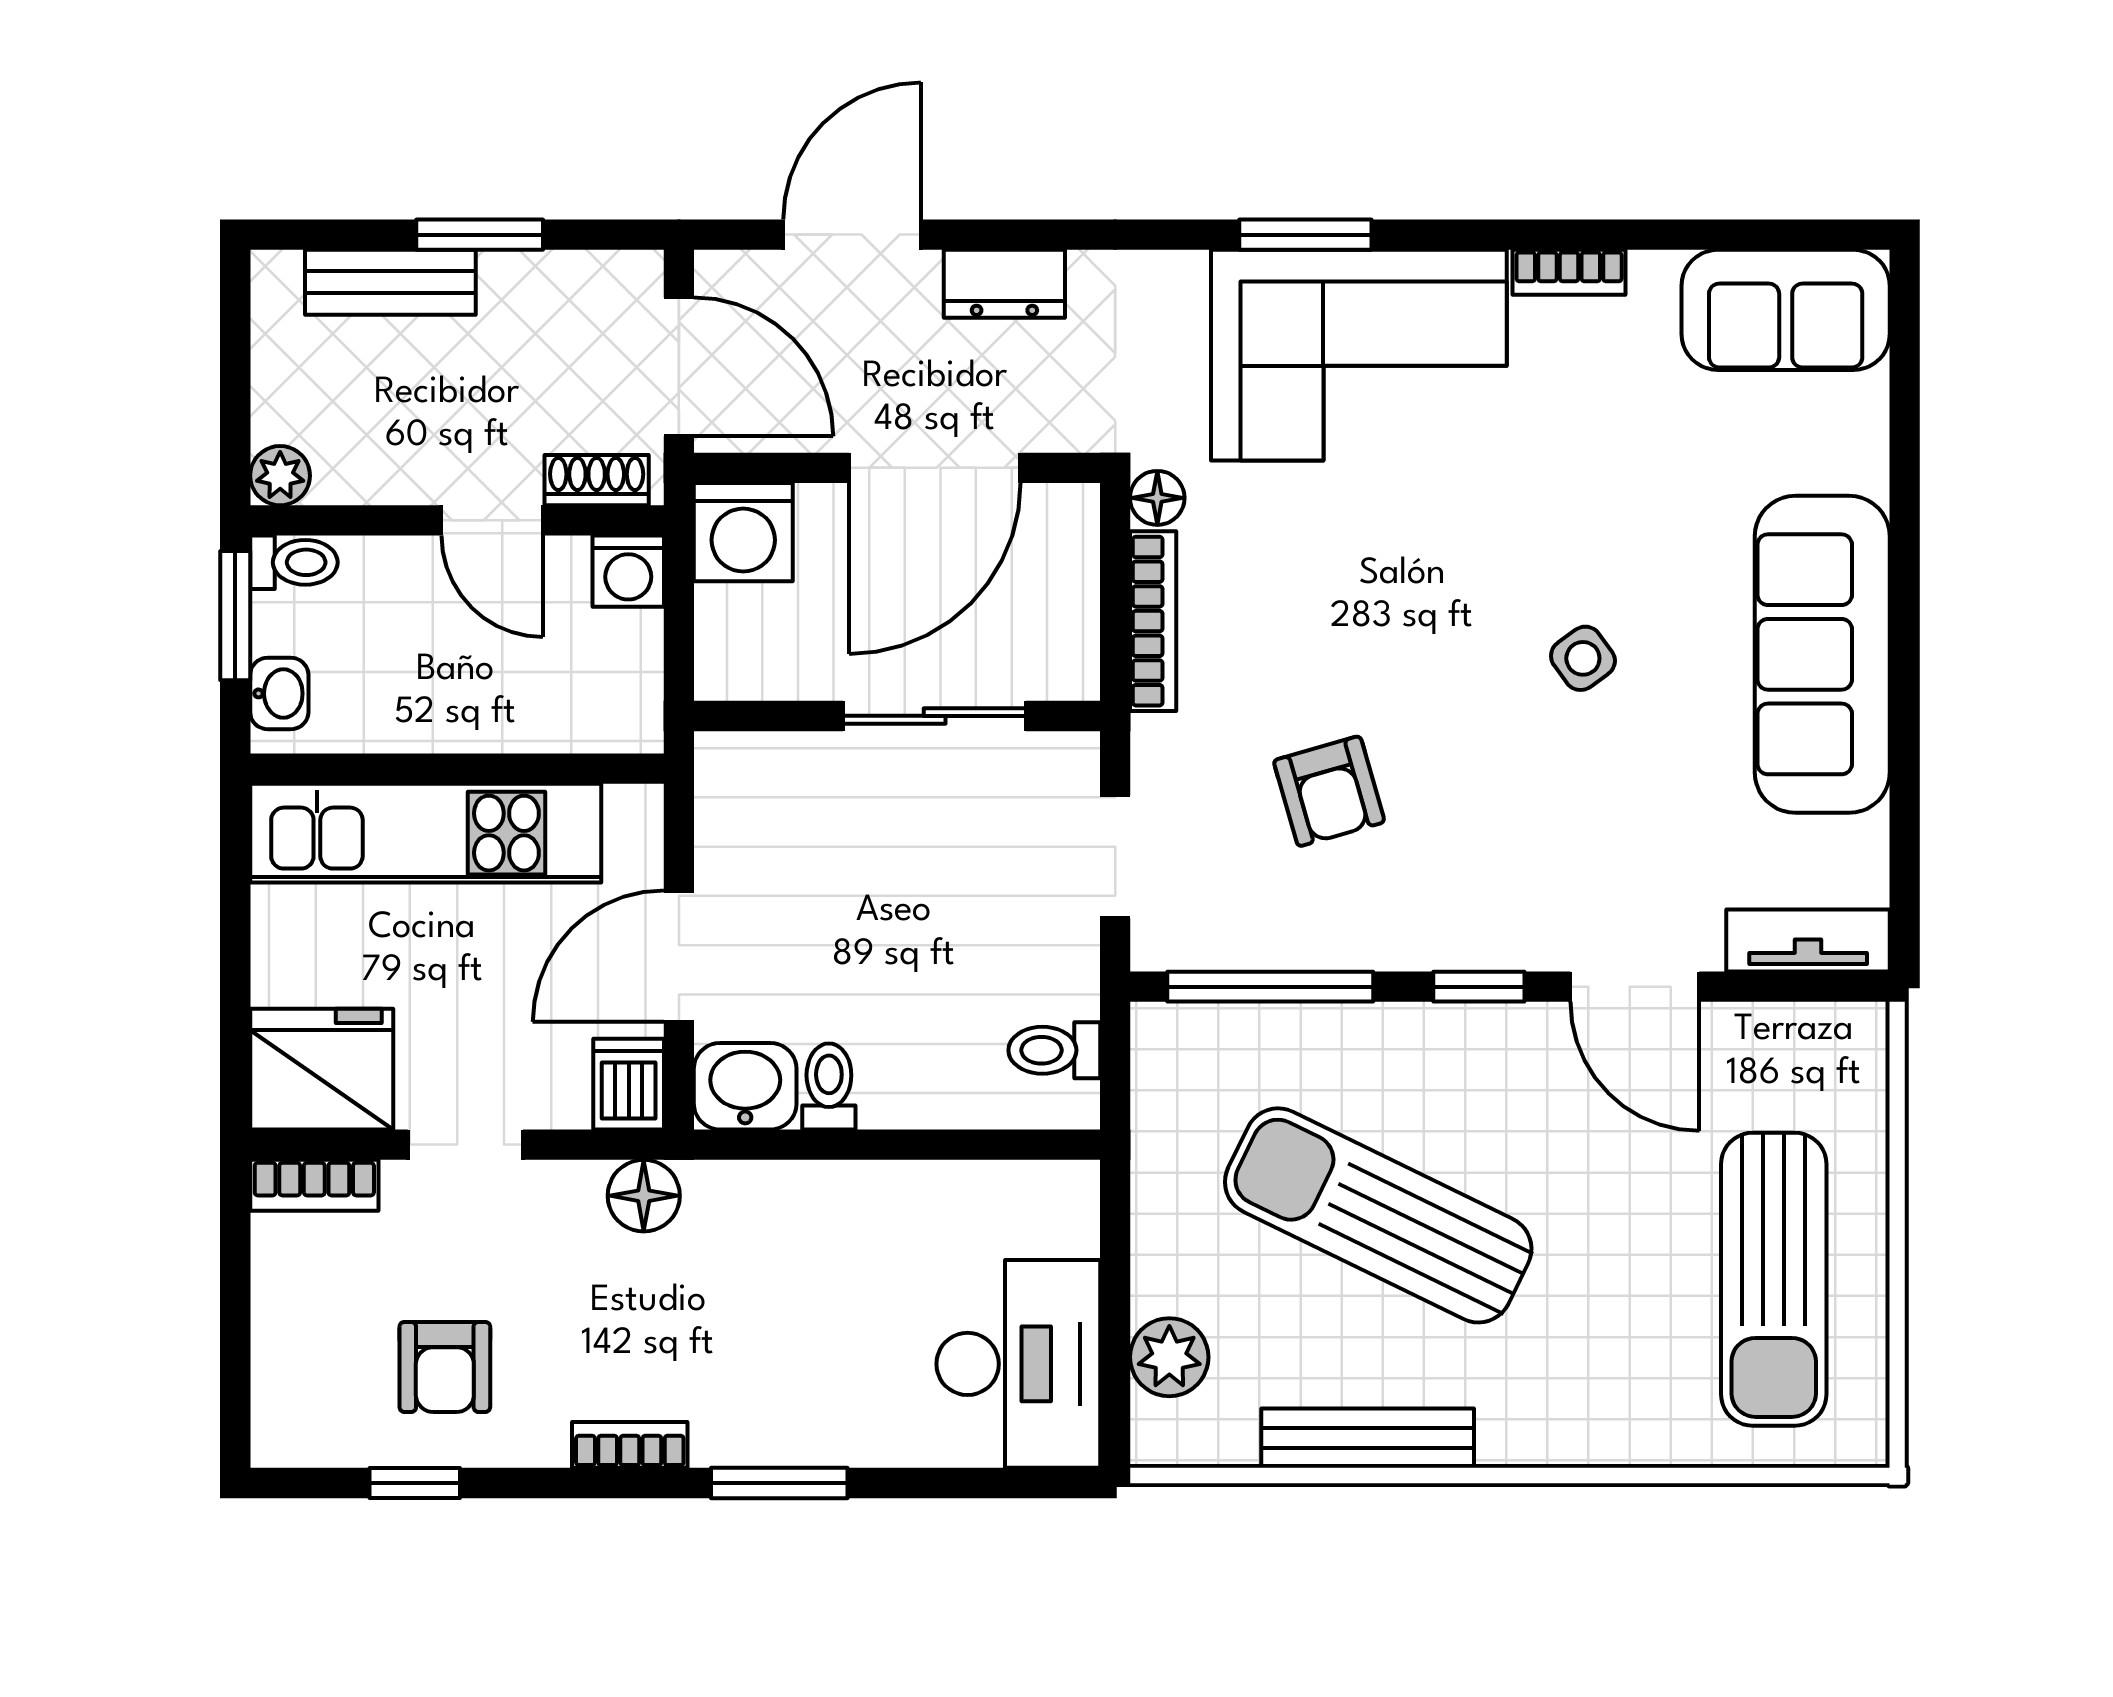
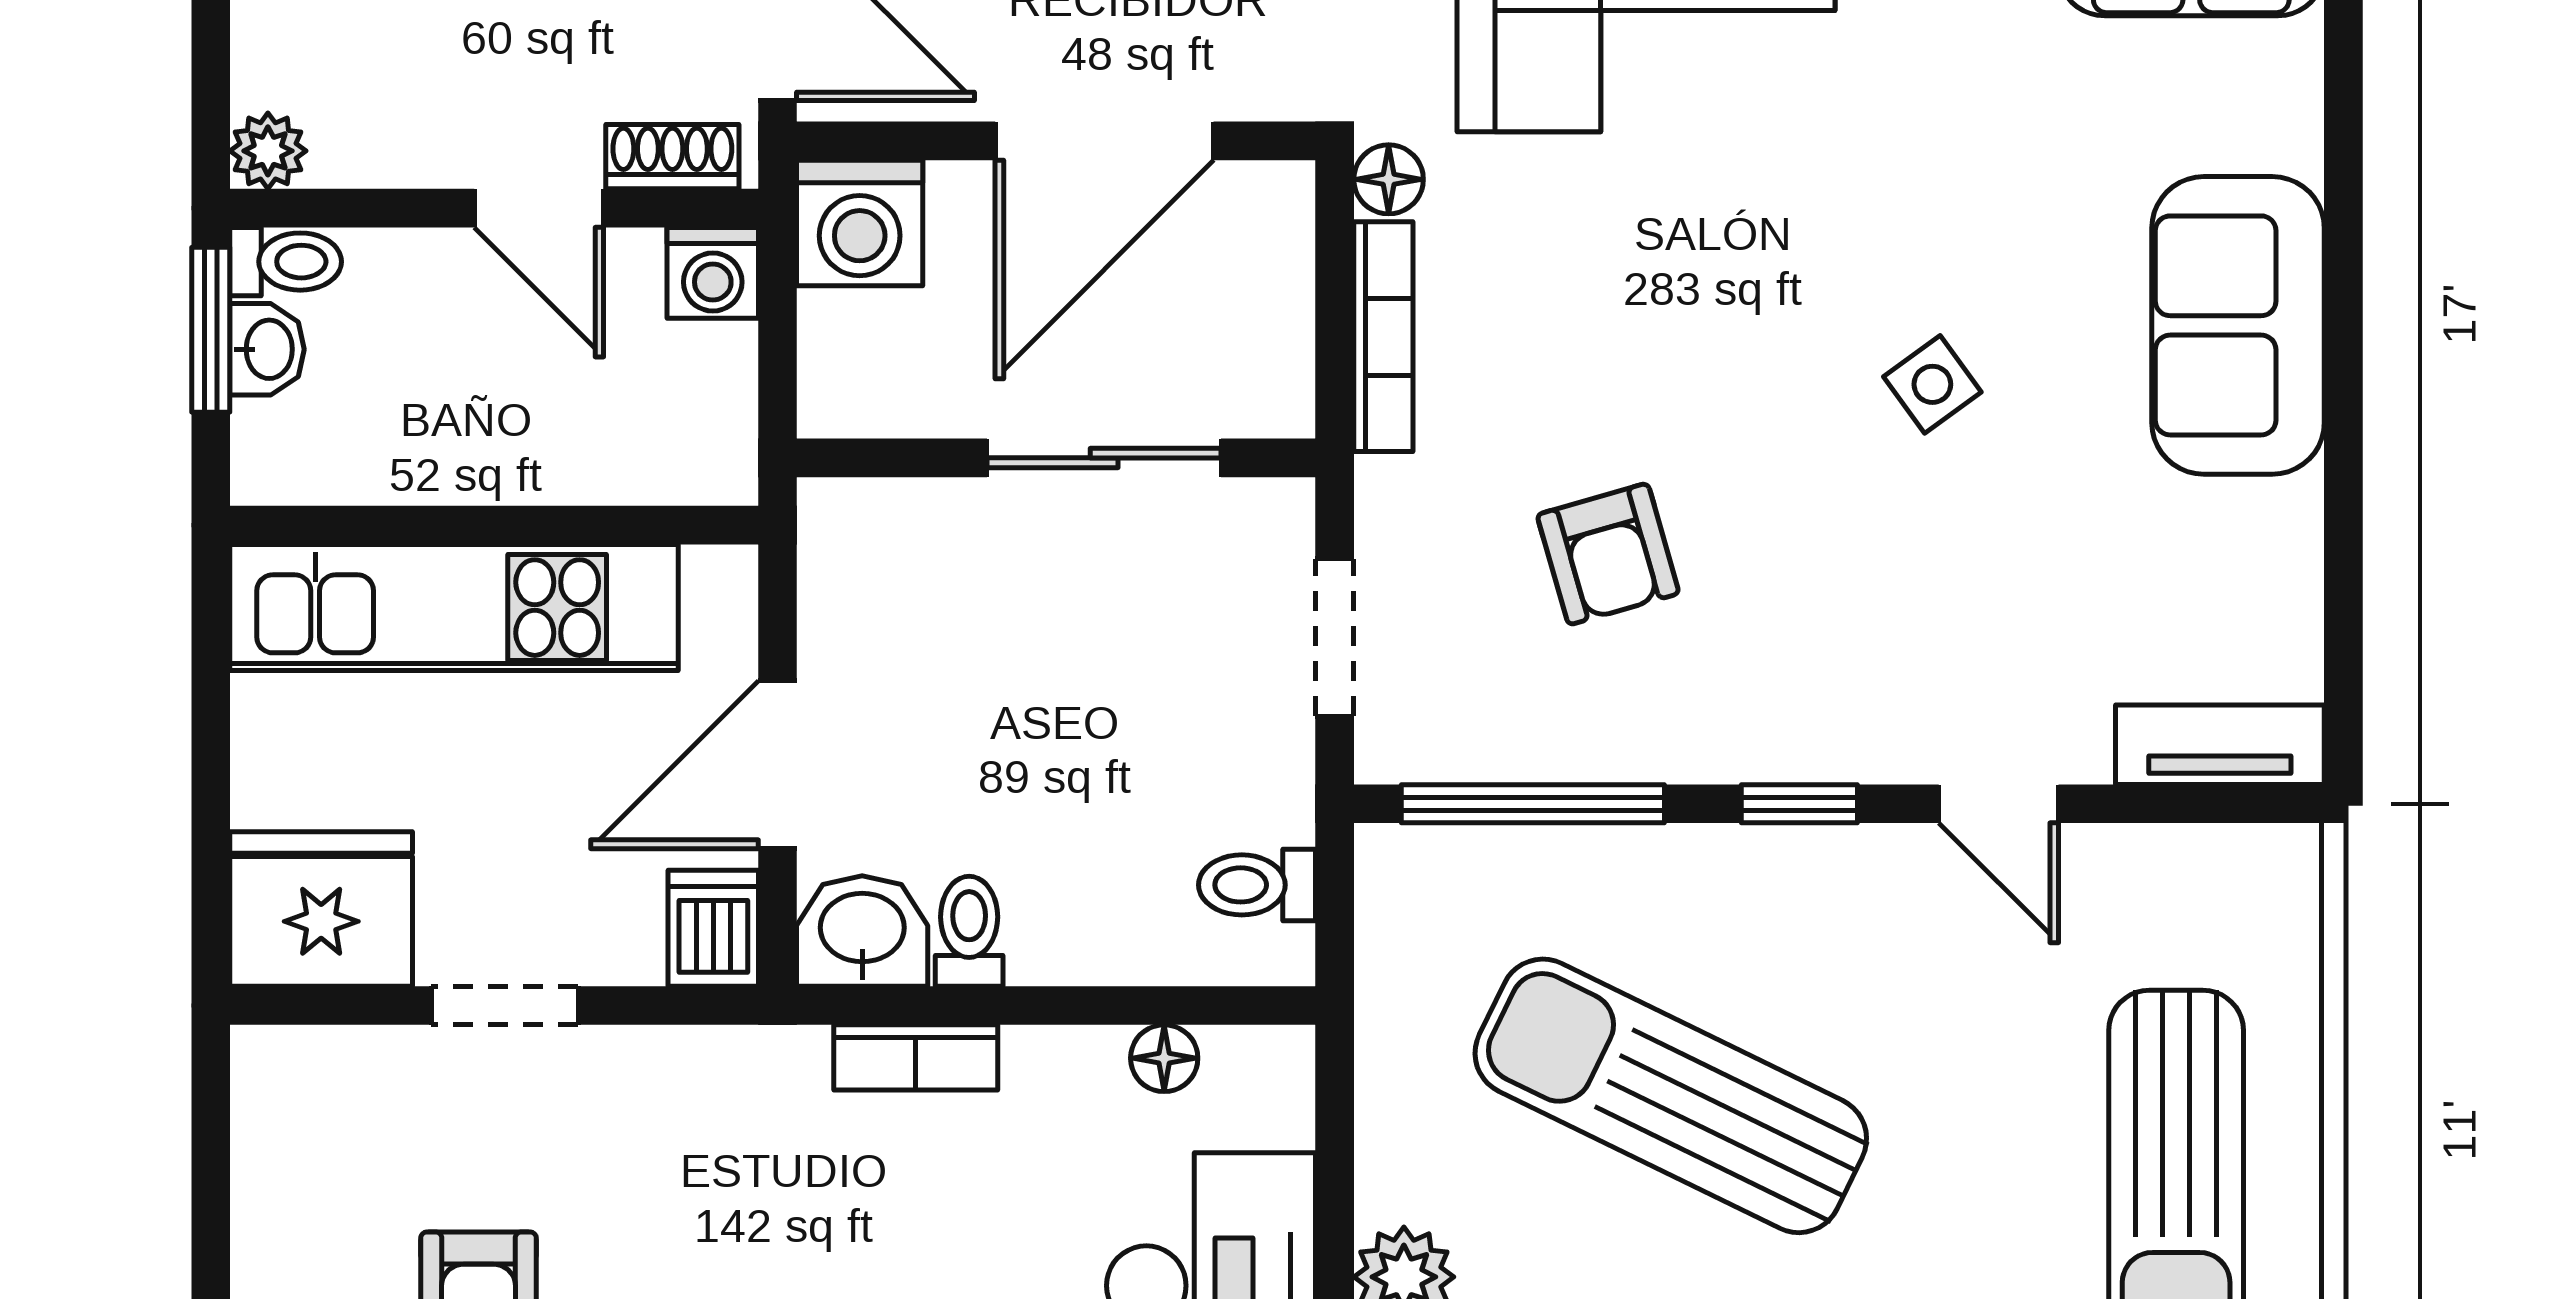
sofa: (1822, 654) -> (2238, 325), width x0.73
washbasin: (279, 693) -> (267, 349), moved
door: (1635, 987) -> (1999, 804), width x0.73
bookcase: (314, 1185) -> (916, 1057), moved
floor lamp: (644, 1196) -> (1164, 1058), moved, width x0.73, depth x0.73

